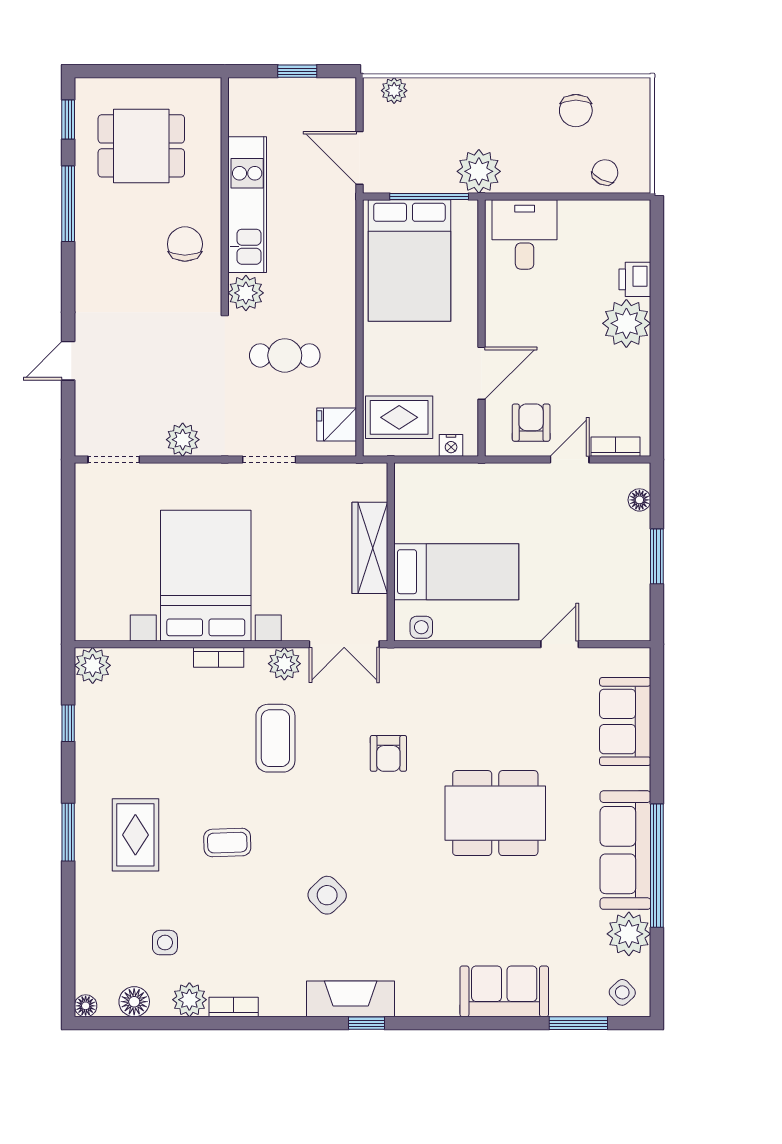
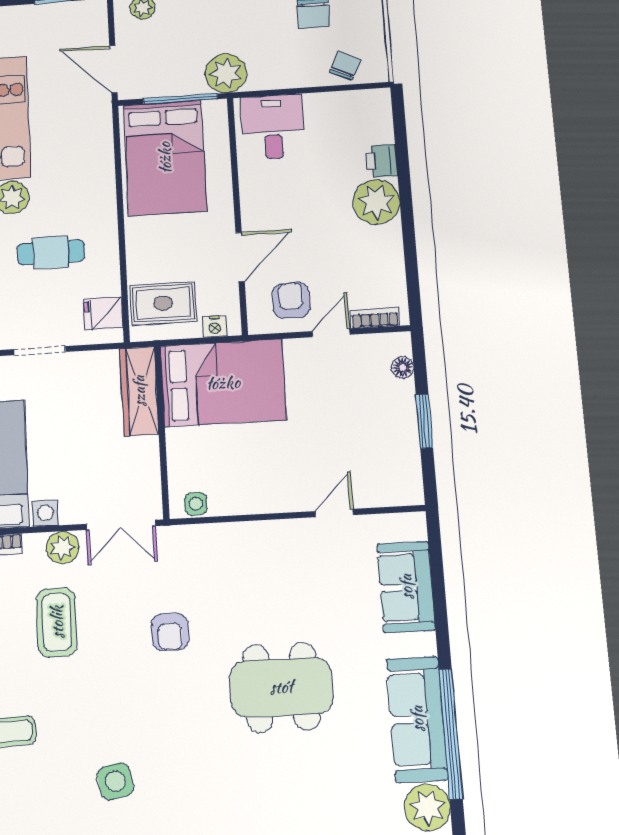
wardrobe: (370, 548) -> (139, 391), moved
bed: (456, 572) -> (223, 383), moved, width x1.50
side table: (327, 895) -> (115, 781), turned 31

